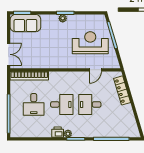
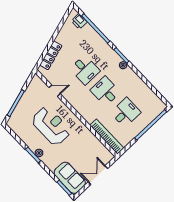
reception desk: (90, 43) -> (51, 126), moved, turned 180
double door: (9, 54) -> (98, 175), moved
printer: (58, 132) -> (79, 21), moved

